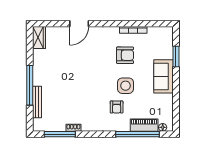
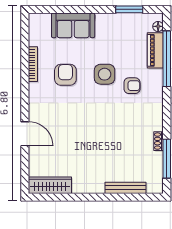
wardrobe: (39, 38) -> (50, 185), width x1.50
window: (176, 56) -> (129, 9), moved
sofa: (164, 76) -> (73, 25), moved
window: (30, 85) -> (104, 197), removed

